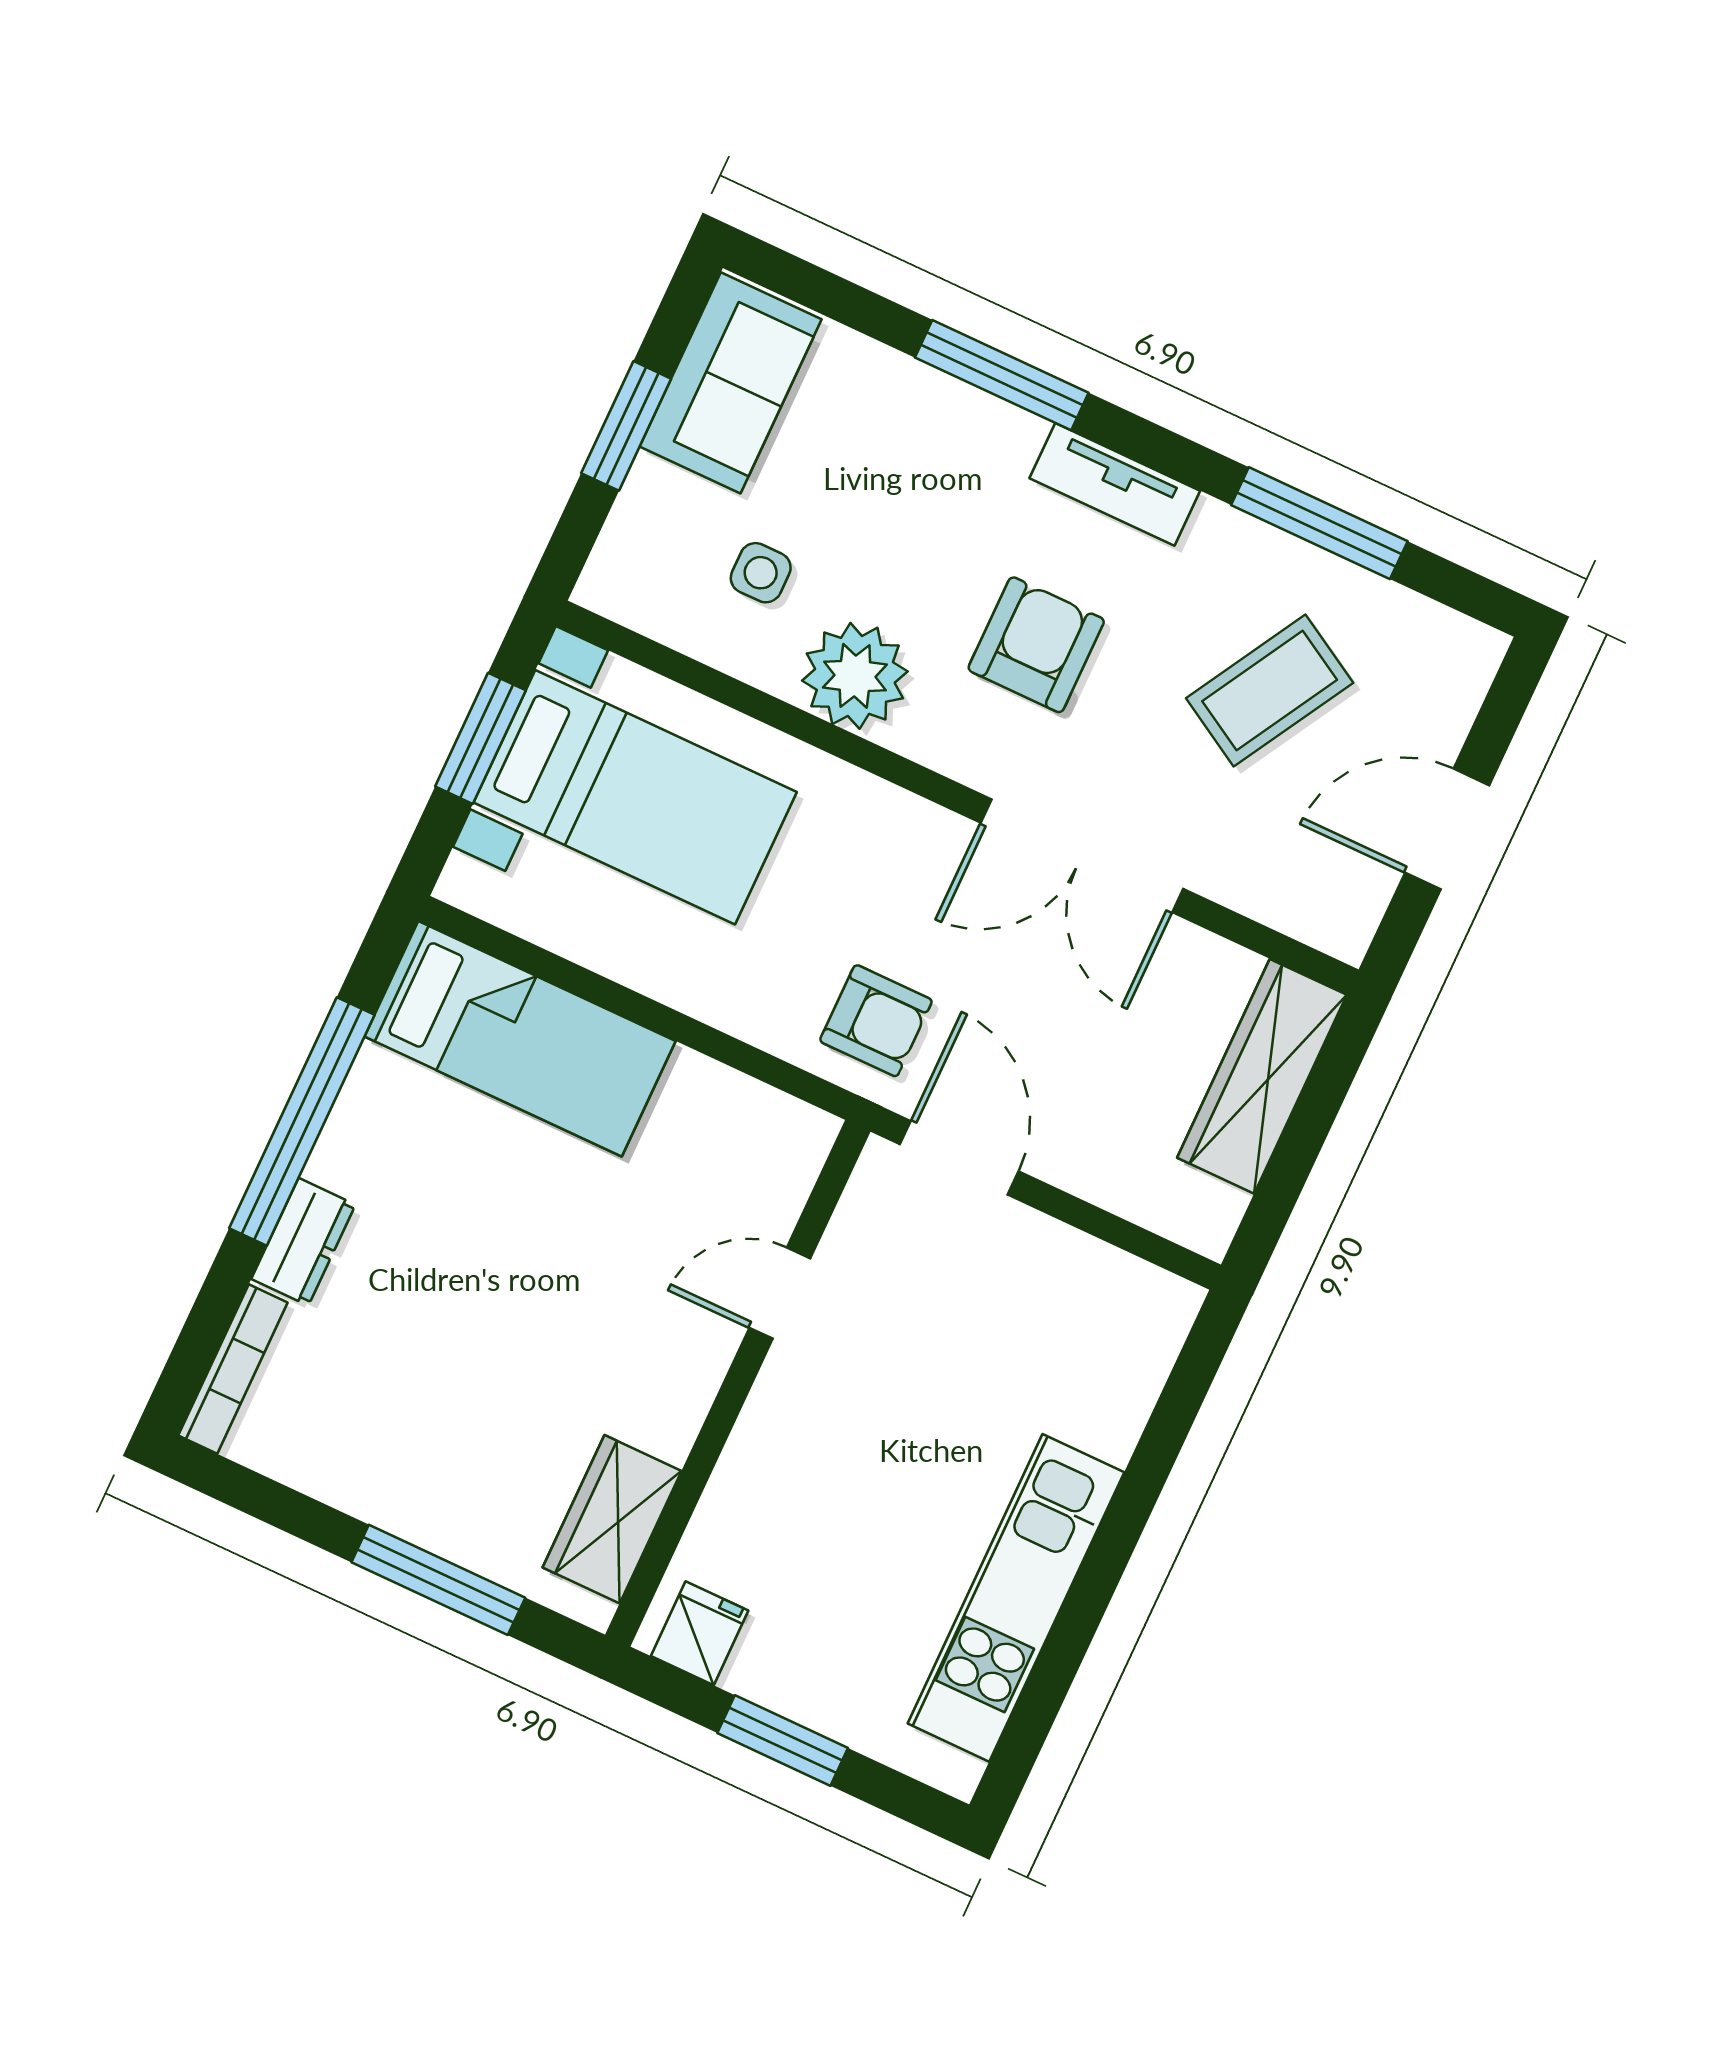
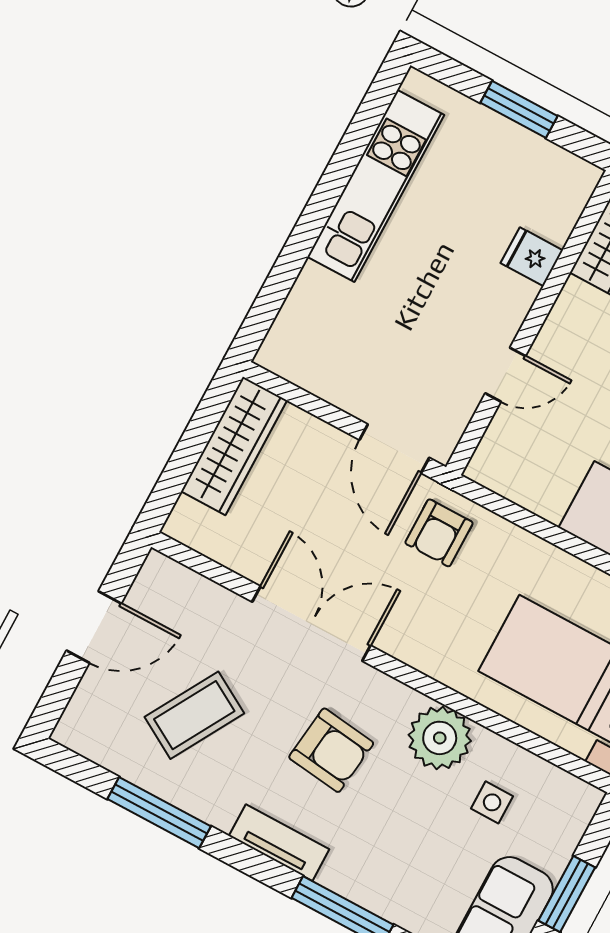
armchair: (1036, 645) -> (331, 750), turned -83
armchair: (876, 1021) -> (439, 533), turned -90
wardrobe: (1262, 1076) -> (234, 446), moved
fridge: (700, 1633) -> (532, 257), moved, turned 90

